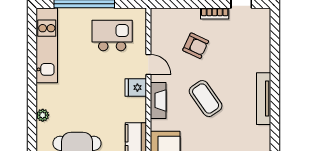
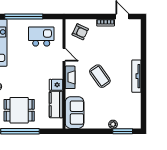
armchair: (196, 46) -> (80, 32), moved
fridge: (136, 88) -> (56, 85), moved

